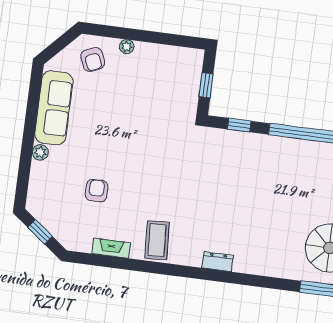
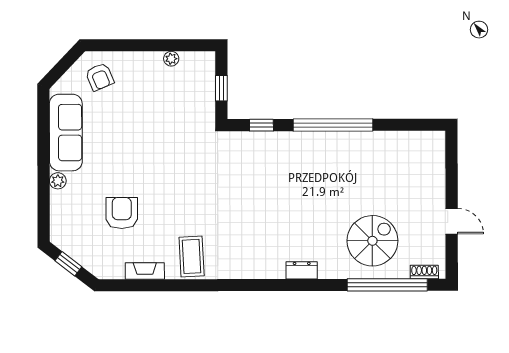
plant: (127, 47) -> (171, 59), moved
armchair: (97, 191) -> (122, 213), width x1.38, depth x1.38
dresser: (218, 262) -> (302, 270), moved

